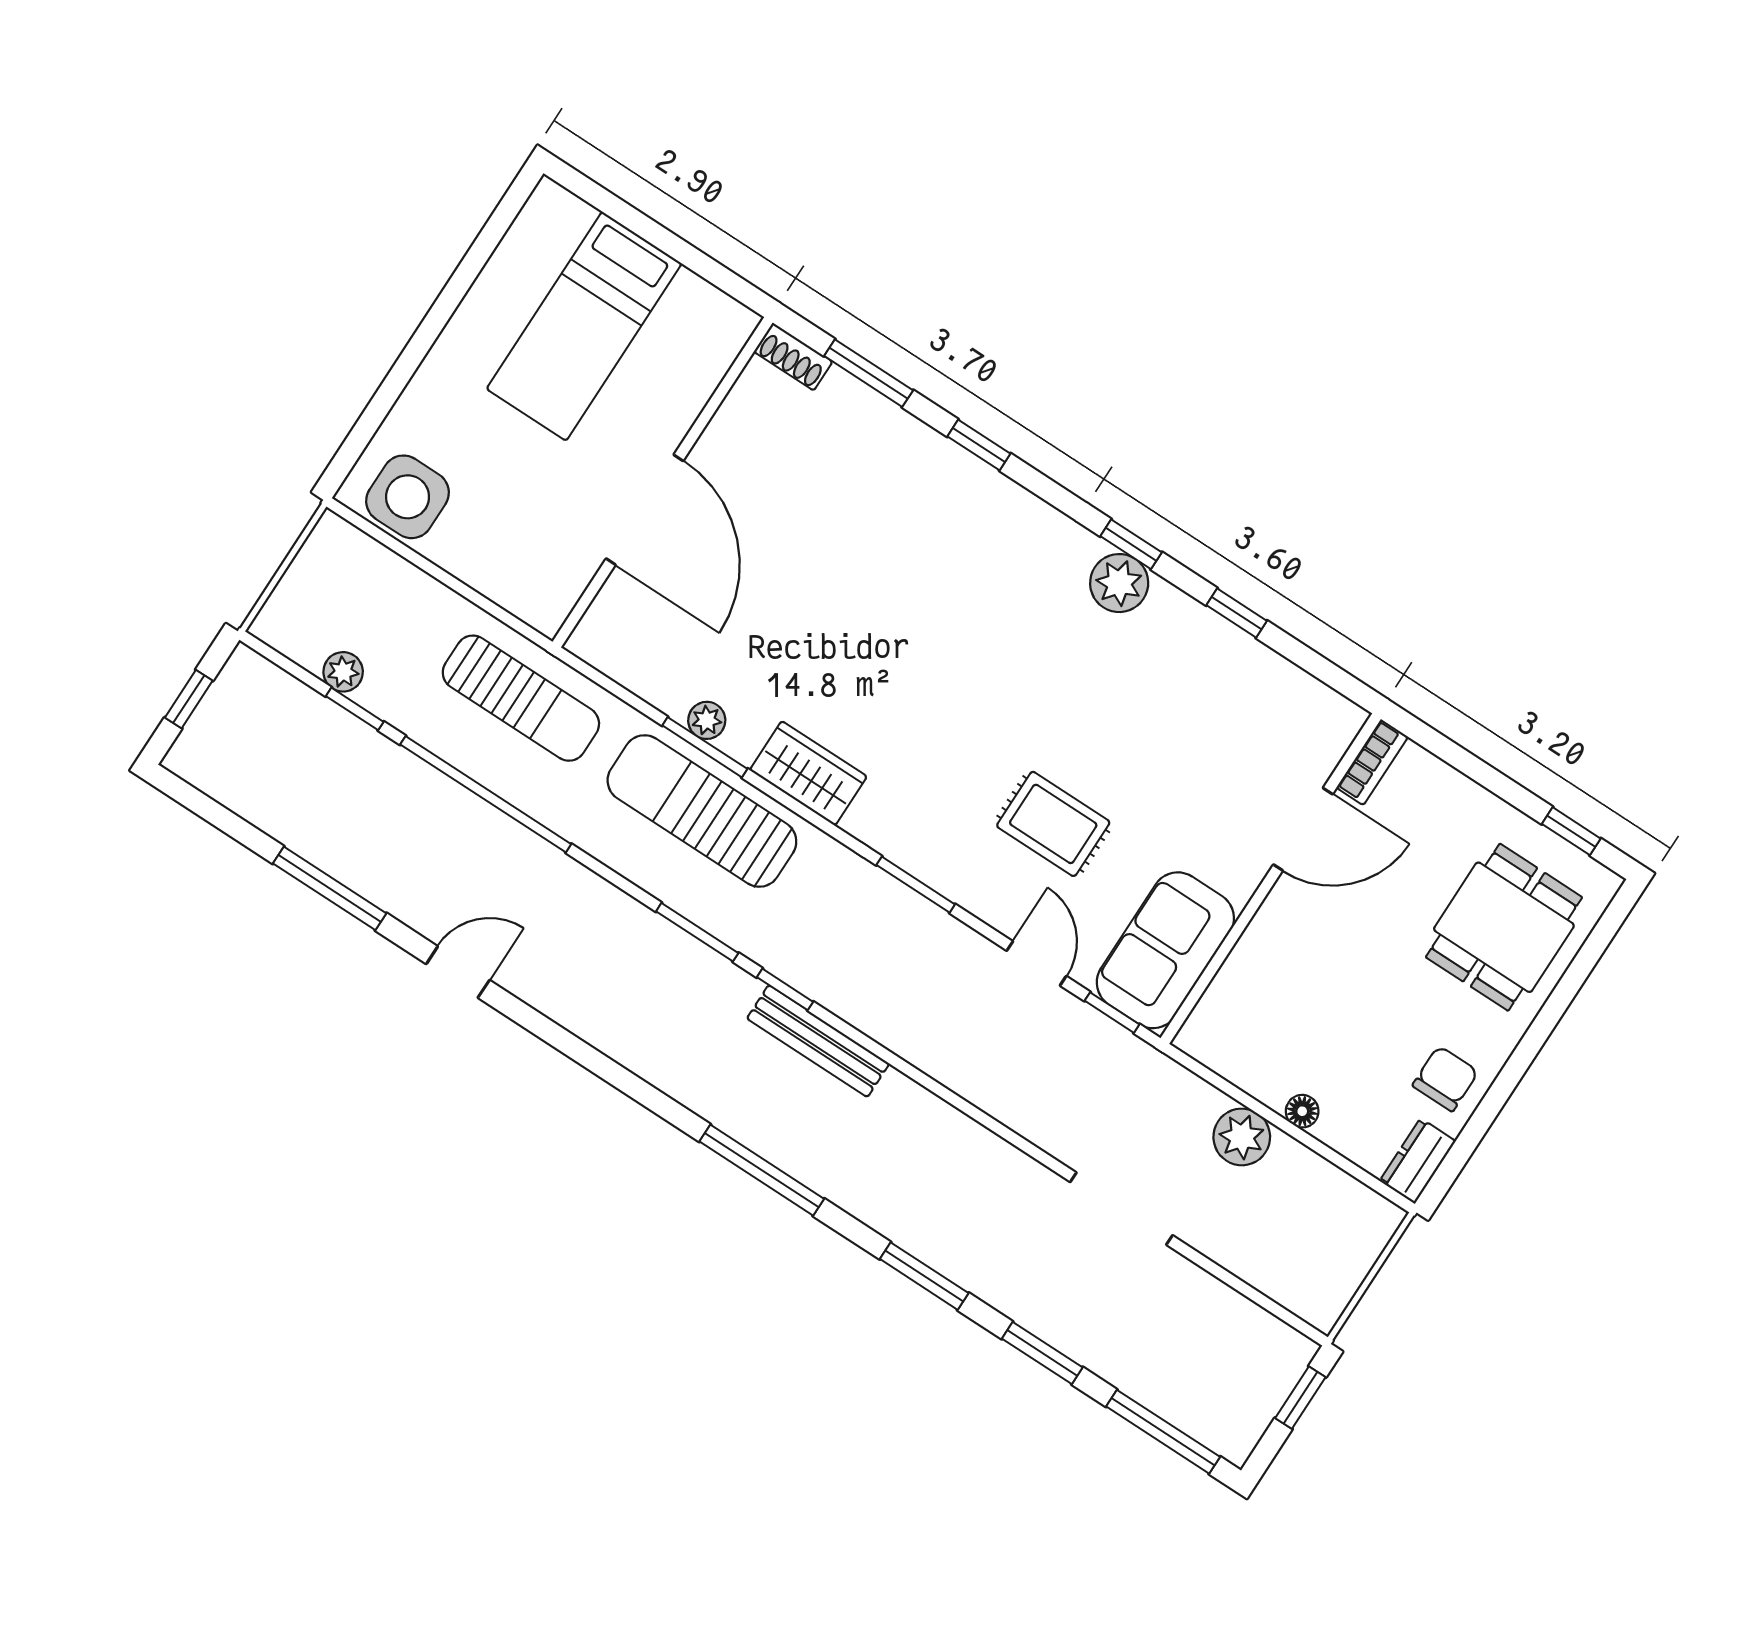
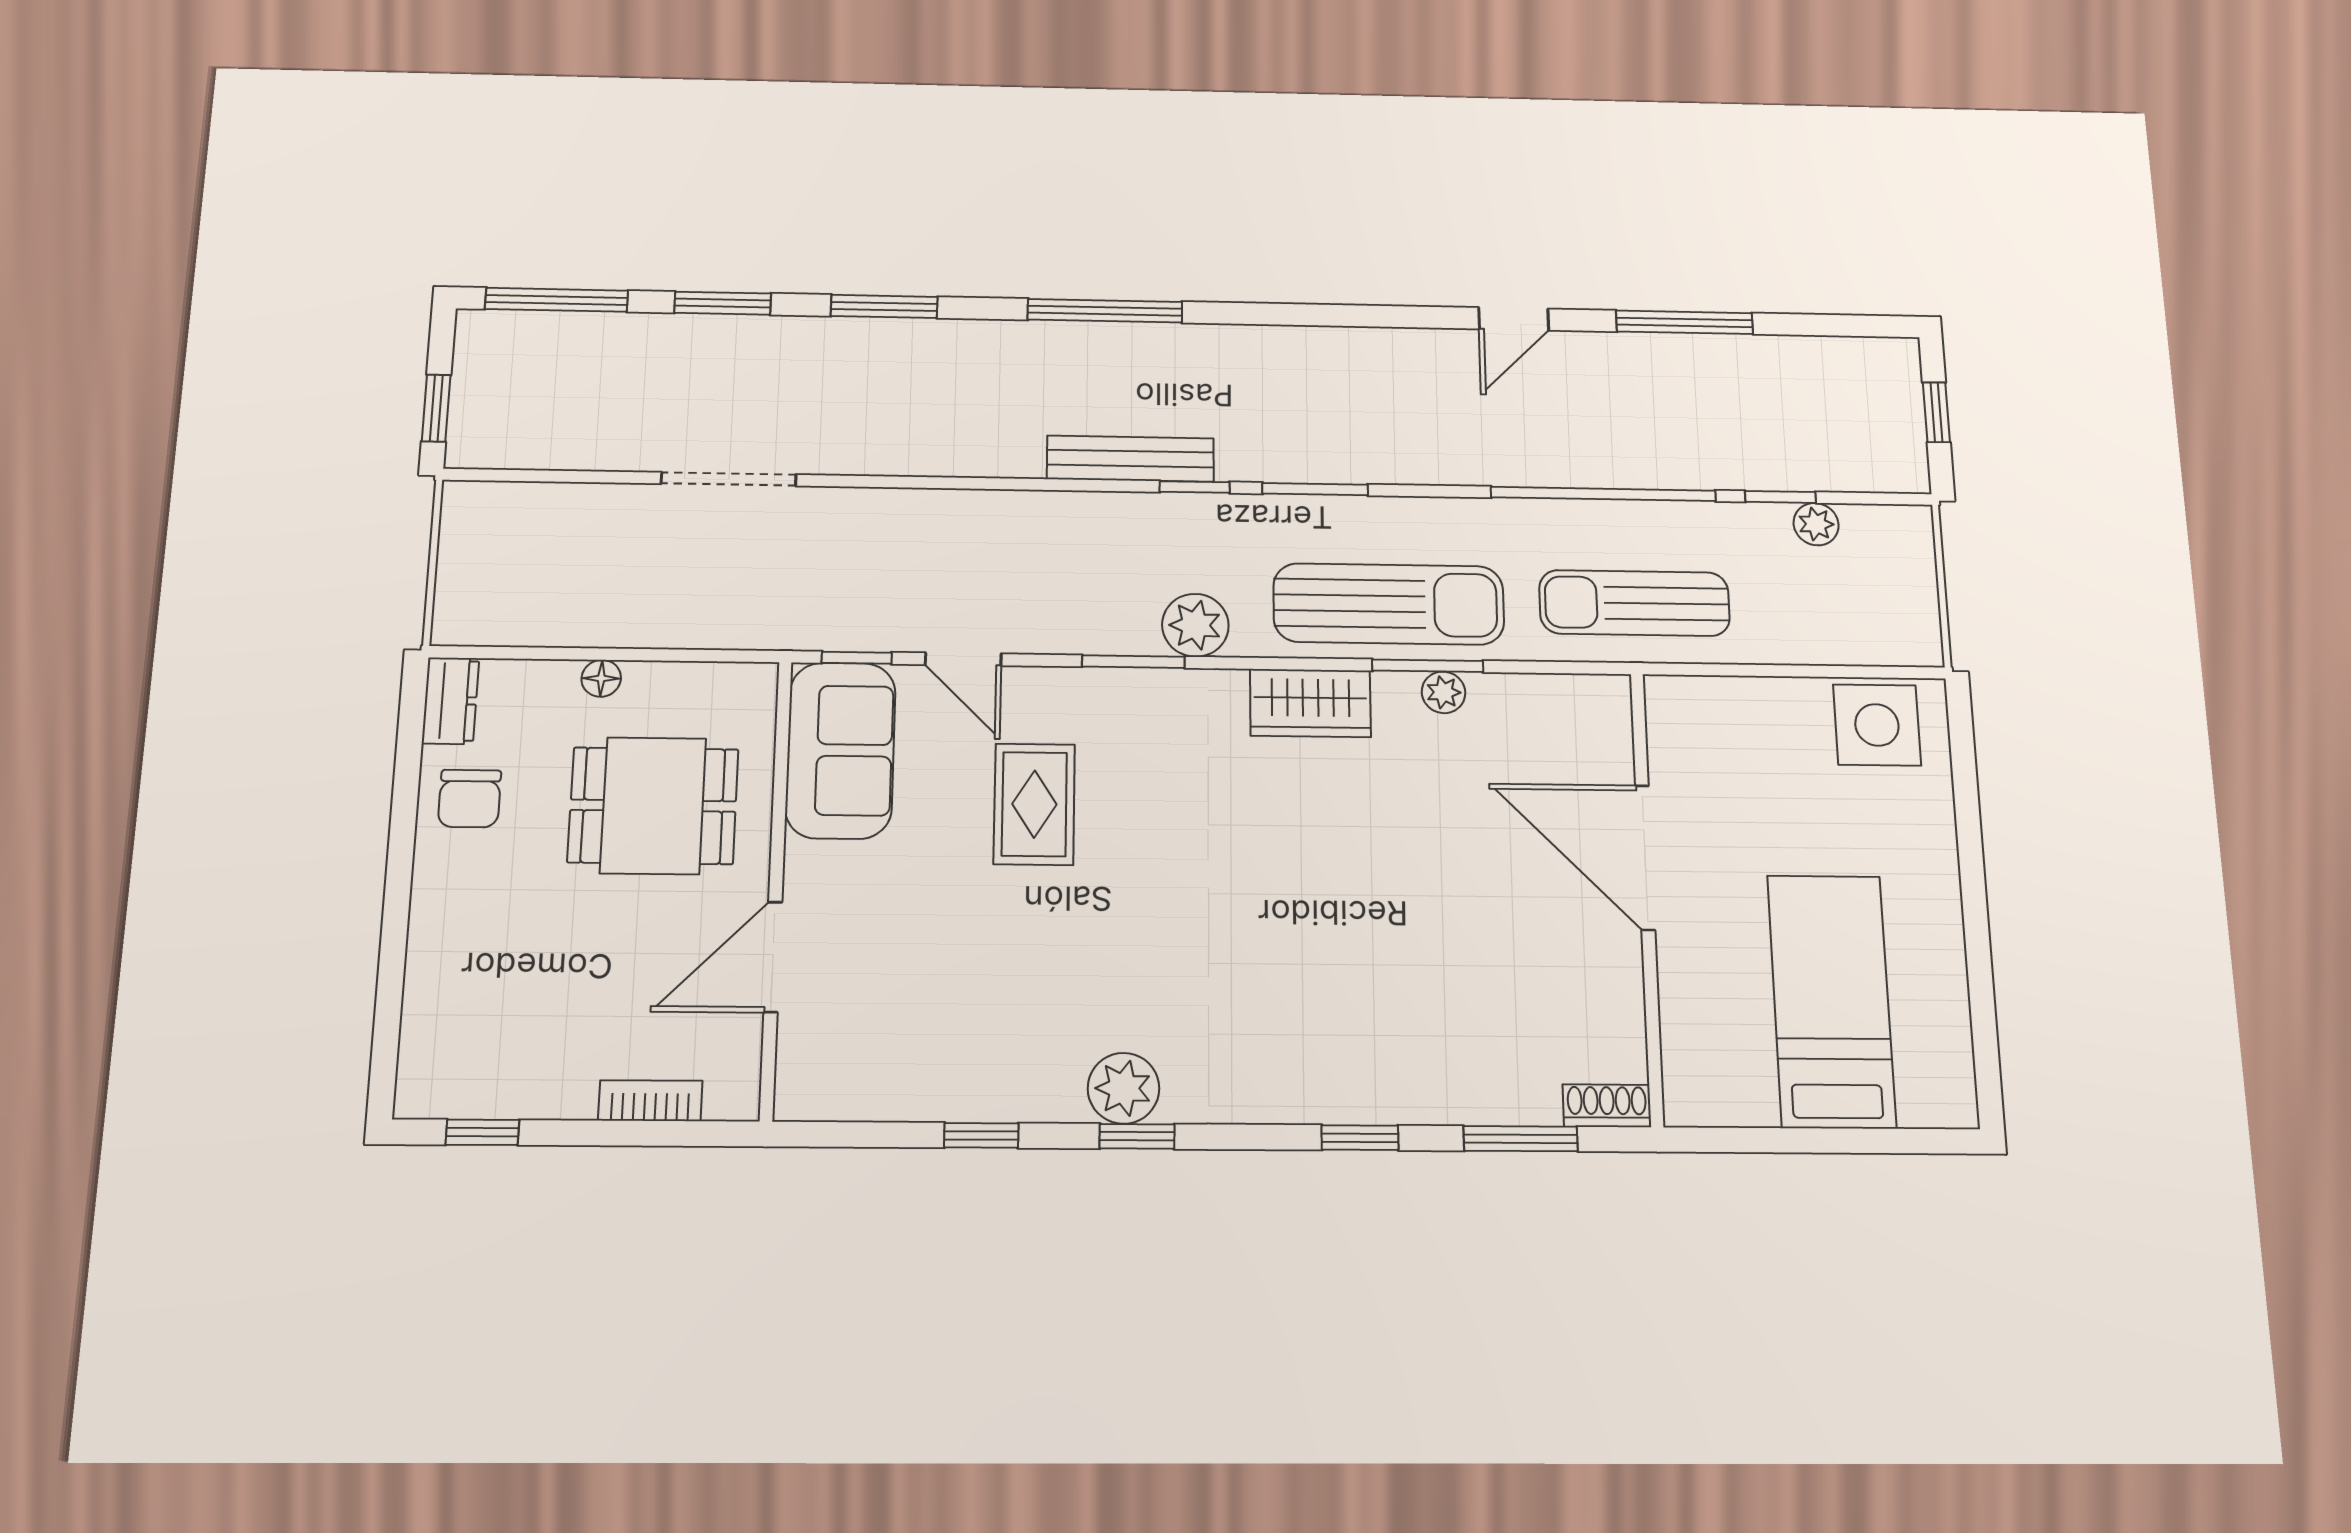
bookcase: (1372, 762) -> (650, 1101), moved, turned 90
rug: (1053, 824) -> (1034, 804), turned 90
dining table: (1504, 927) -> (653, 806), moved, turned 90
plant: (1242, 1137) -> (1195, 625), moved

